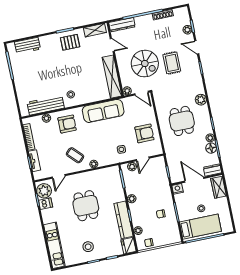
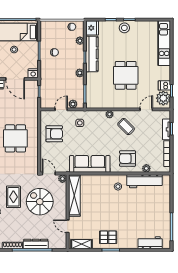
dresser: (122, 25) -> (36, 244), moved
armchair: (144, 133) -> (54, 134), turned 180
stool: (88, 247) -> (124, 28), moved

